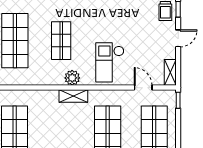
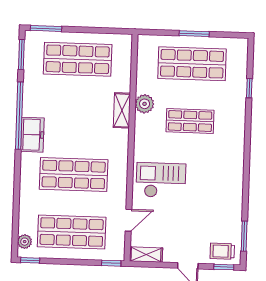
plant: (72, 78) -> (145, 104), moved
shelving: (73, 96) -> (122, 110), moved

